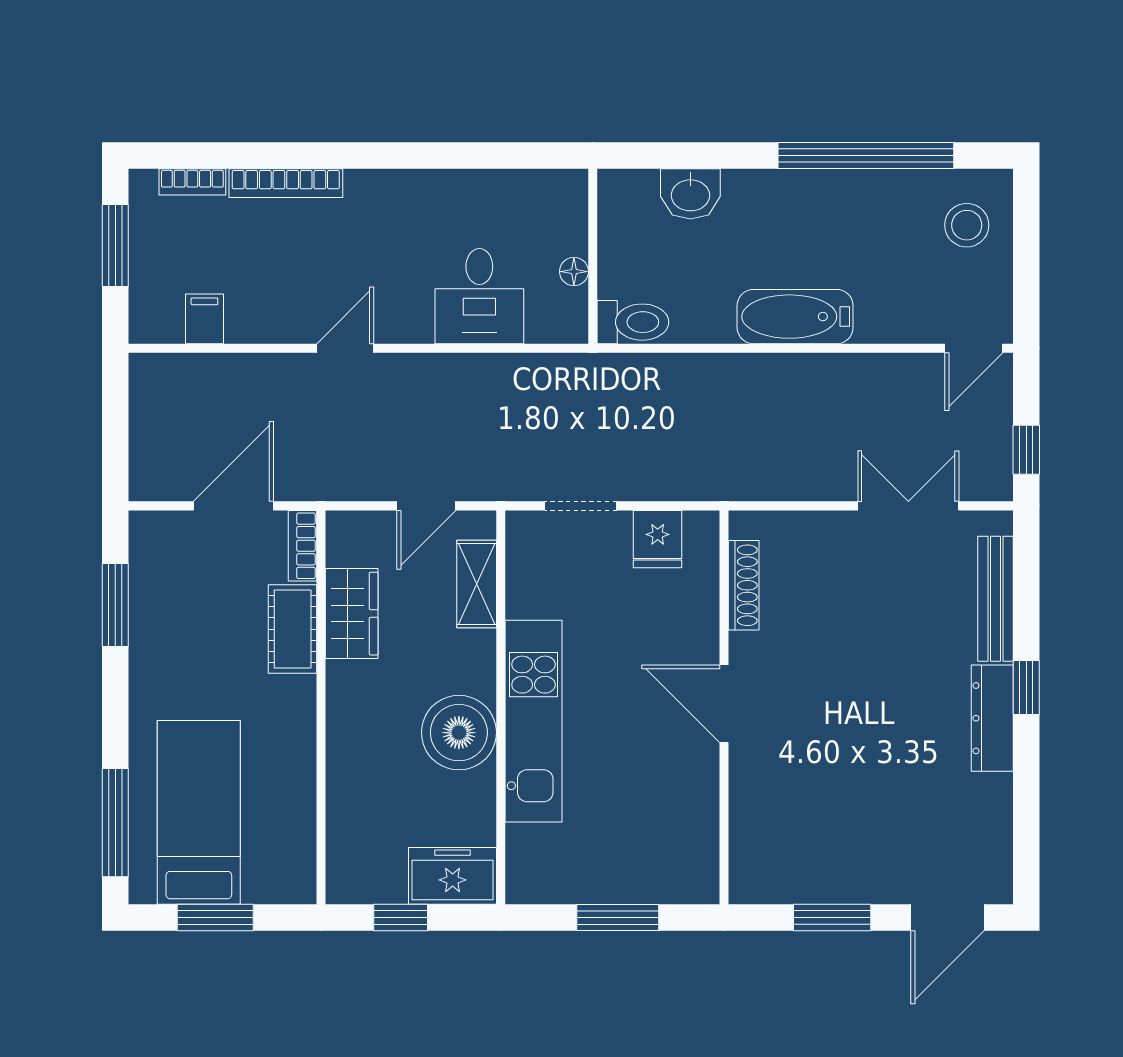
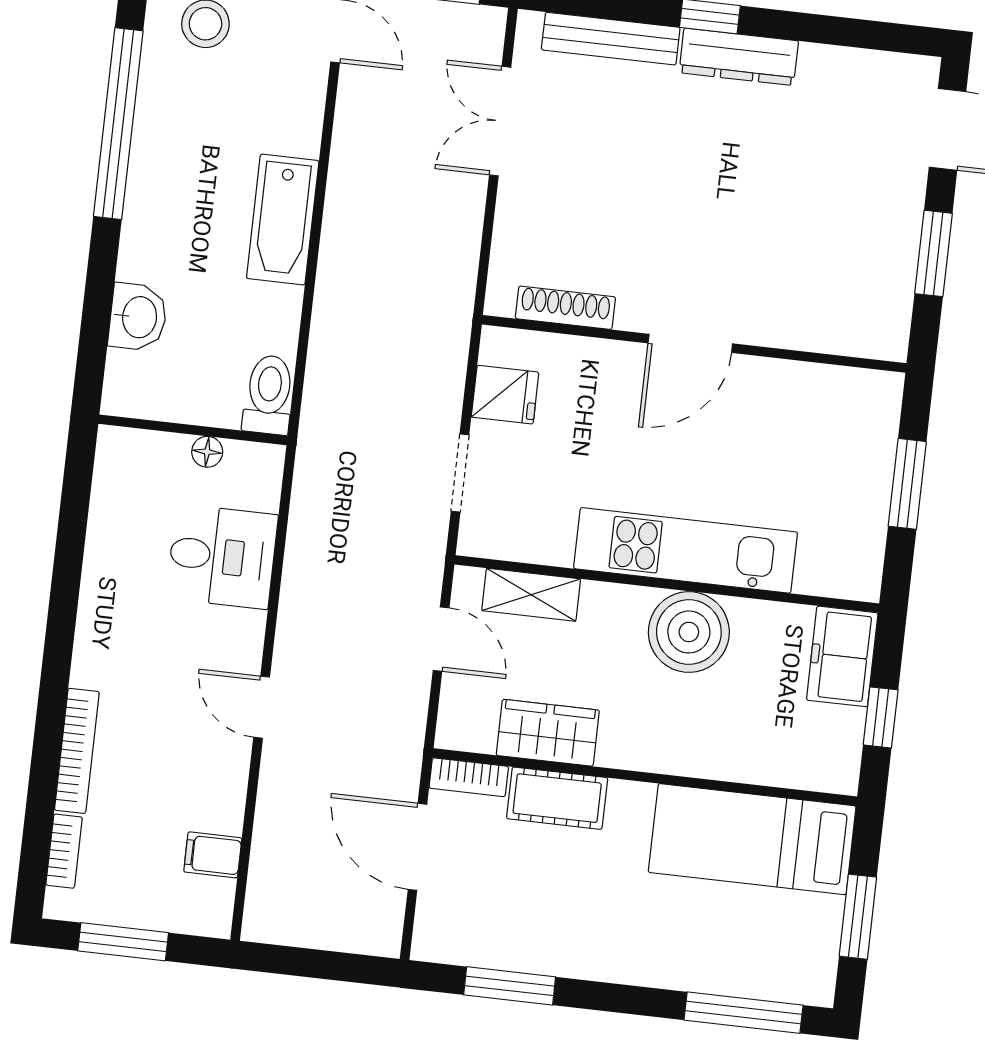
bed: (199, 812) -> (752, 839), moved

